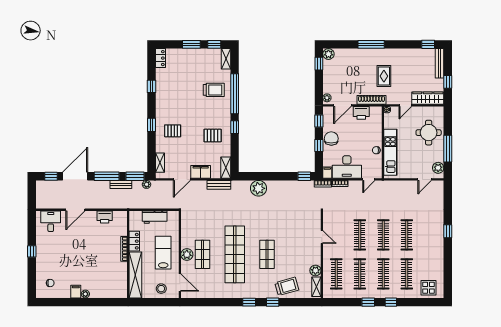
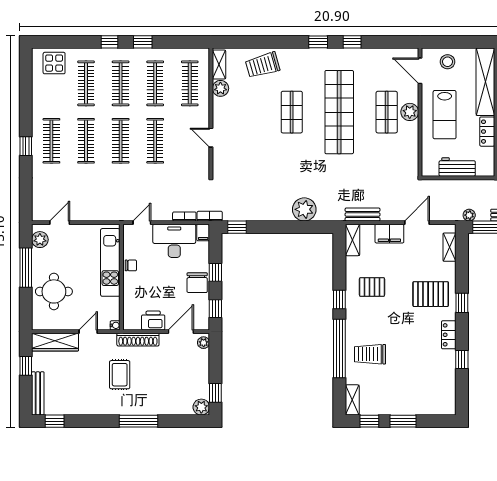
locker: (160, 58) -> (449, 335), moved
pallet: (173, 131) -> (431, 294), width x1.50, depth x1.42
clothes rail: (430, 235) -> (51, 141), added
window: (273, 302) -> (352, 42), moved

